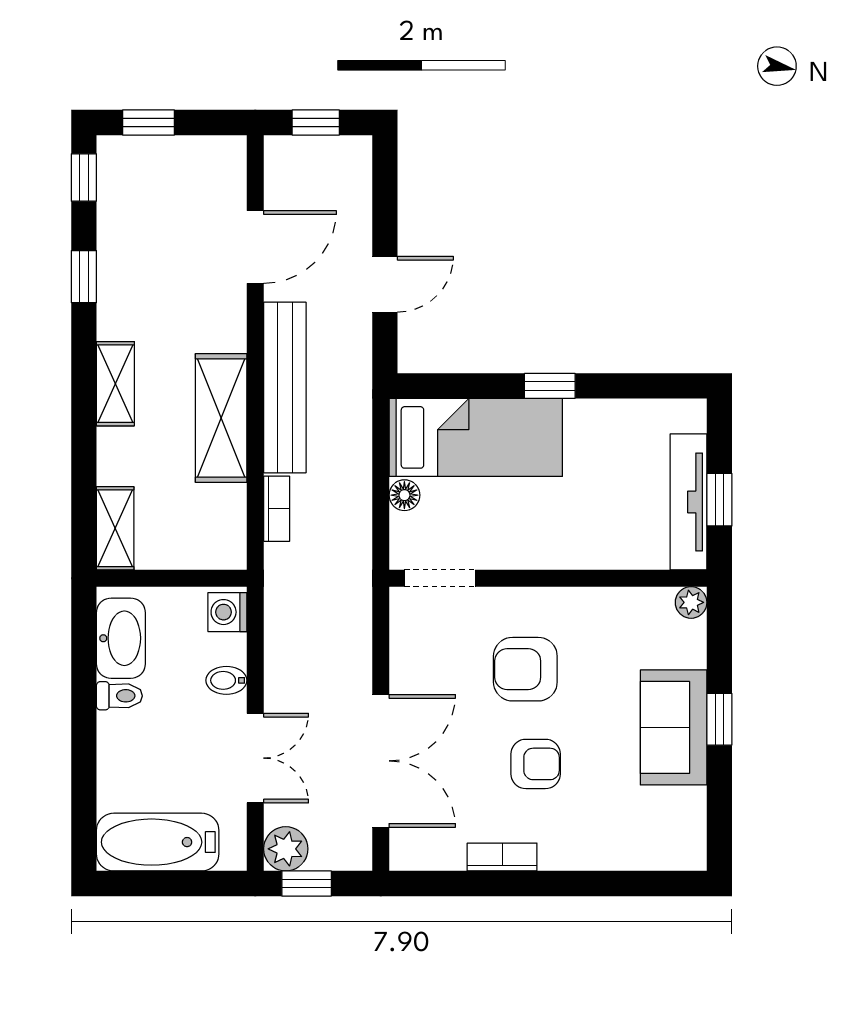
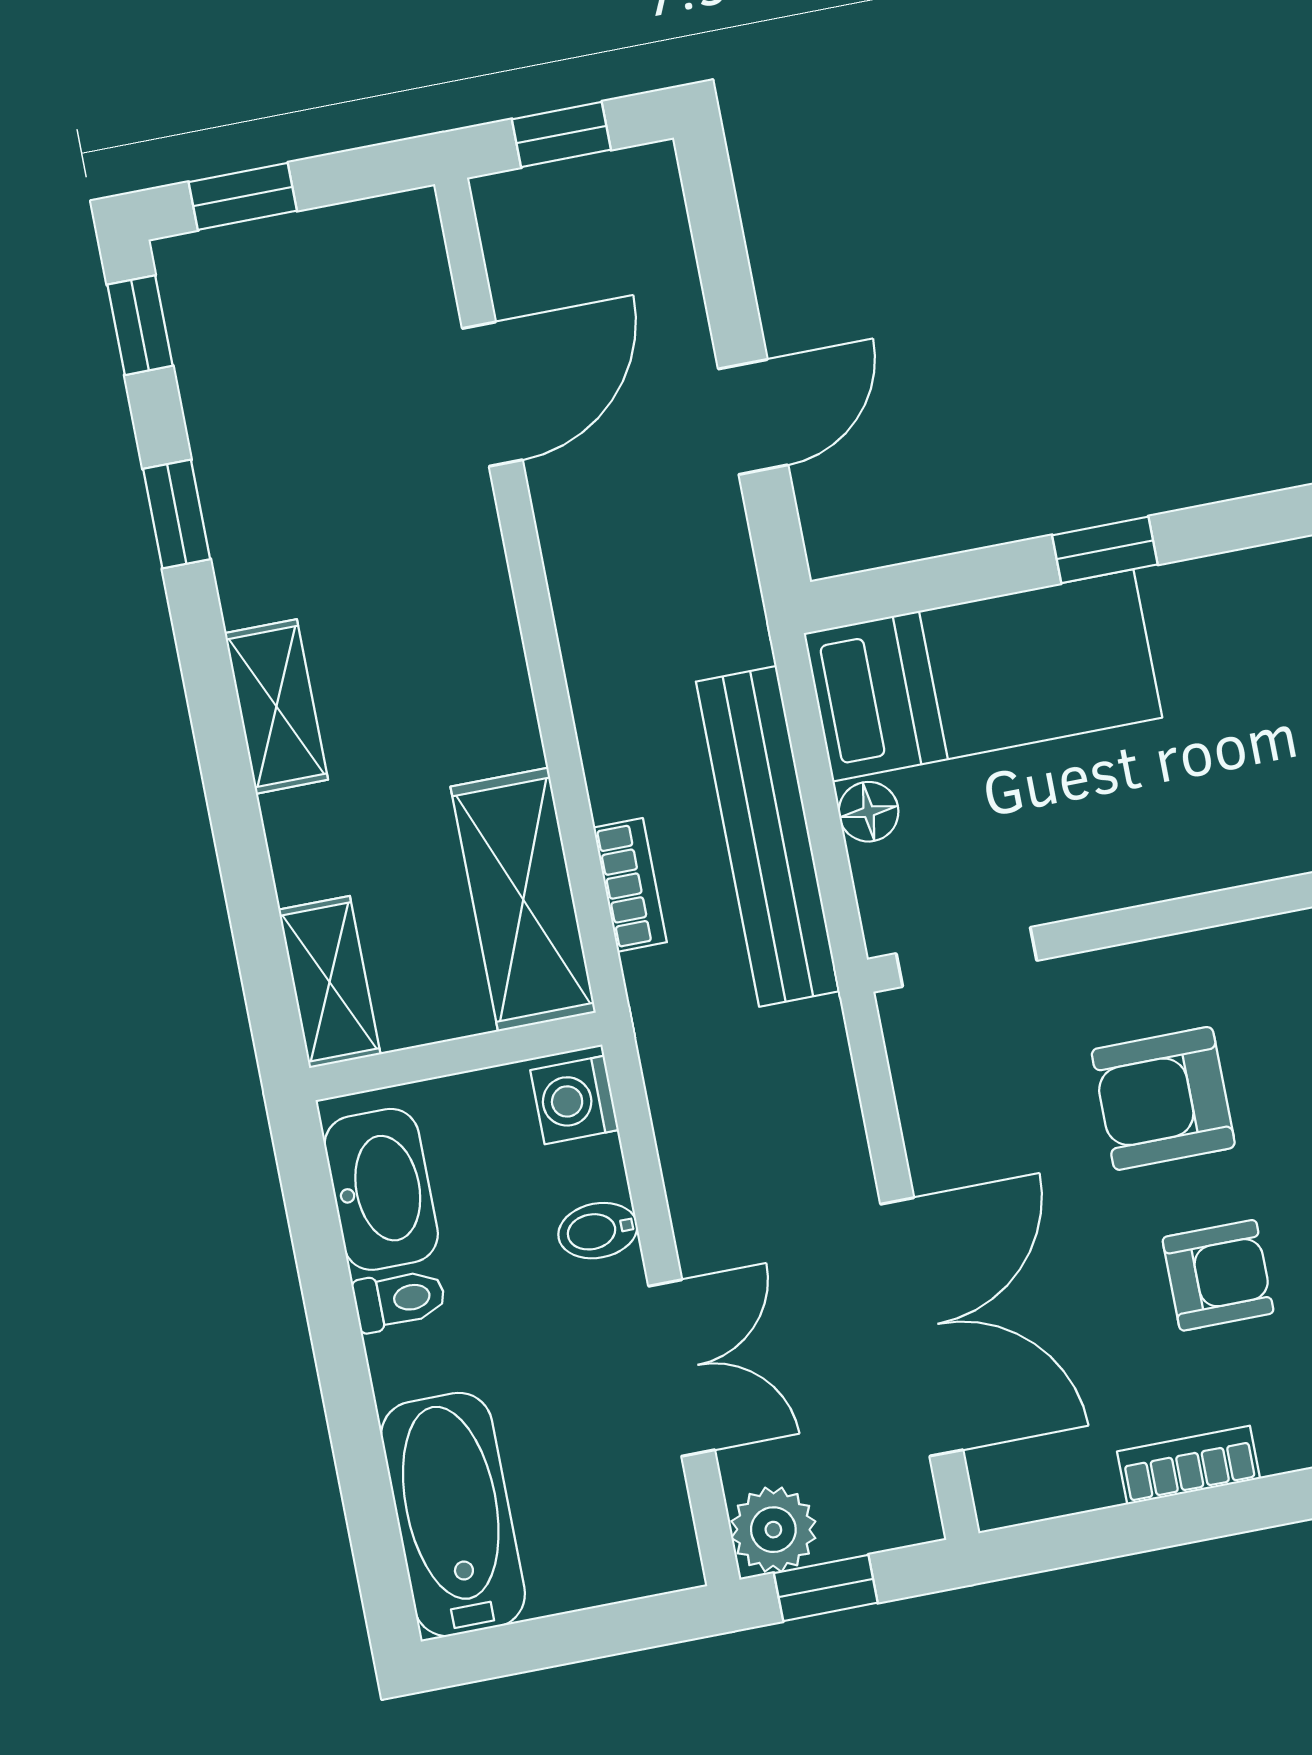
bench: (285, 387) -> (768, 836), moved
shelving: (221, 418) -> (523, 900), moved
bathtub: (158, 842) -> (453, 1514), moved, turned 90

